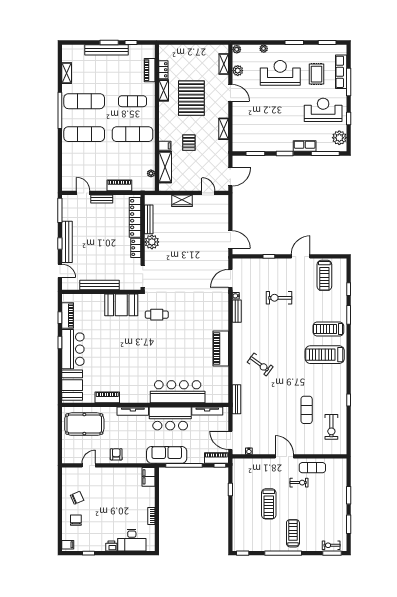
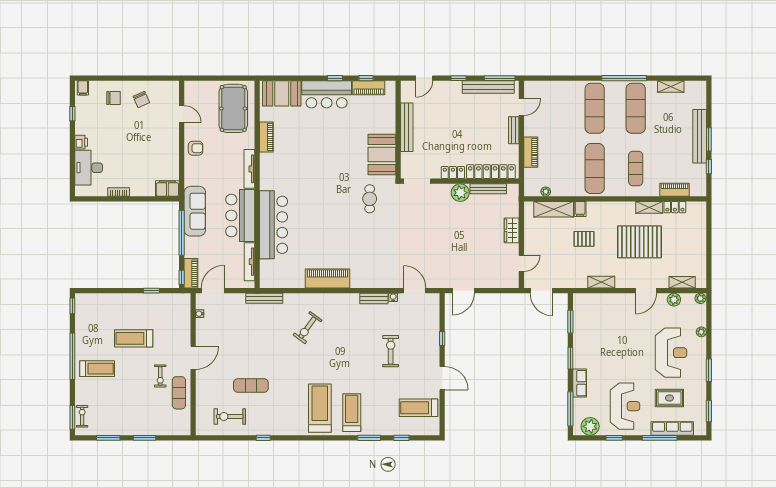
bench: (67, 242) -> (488, 87), moved

